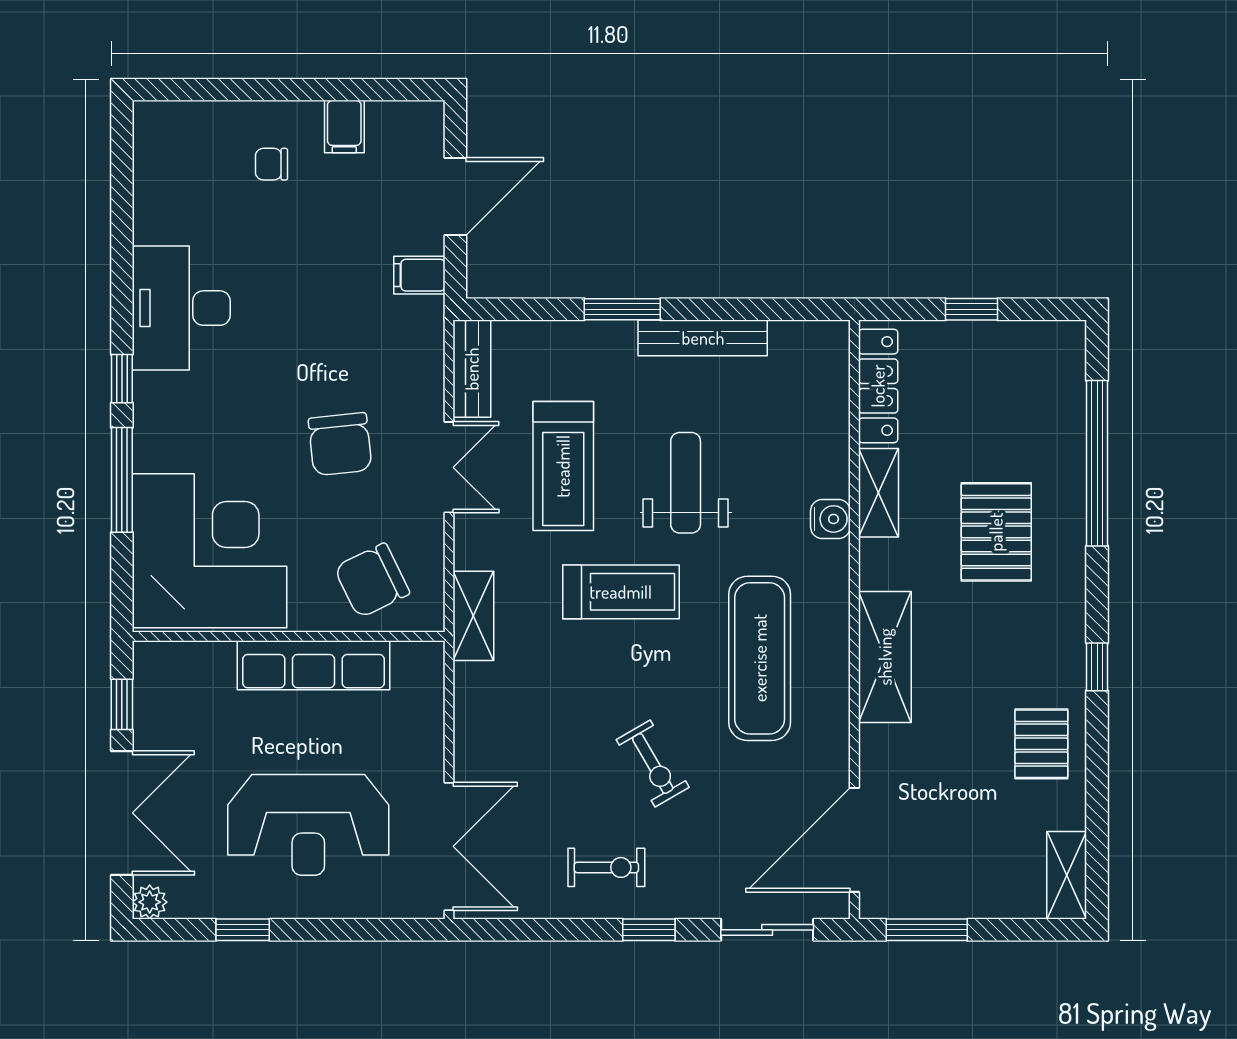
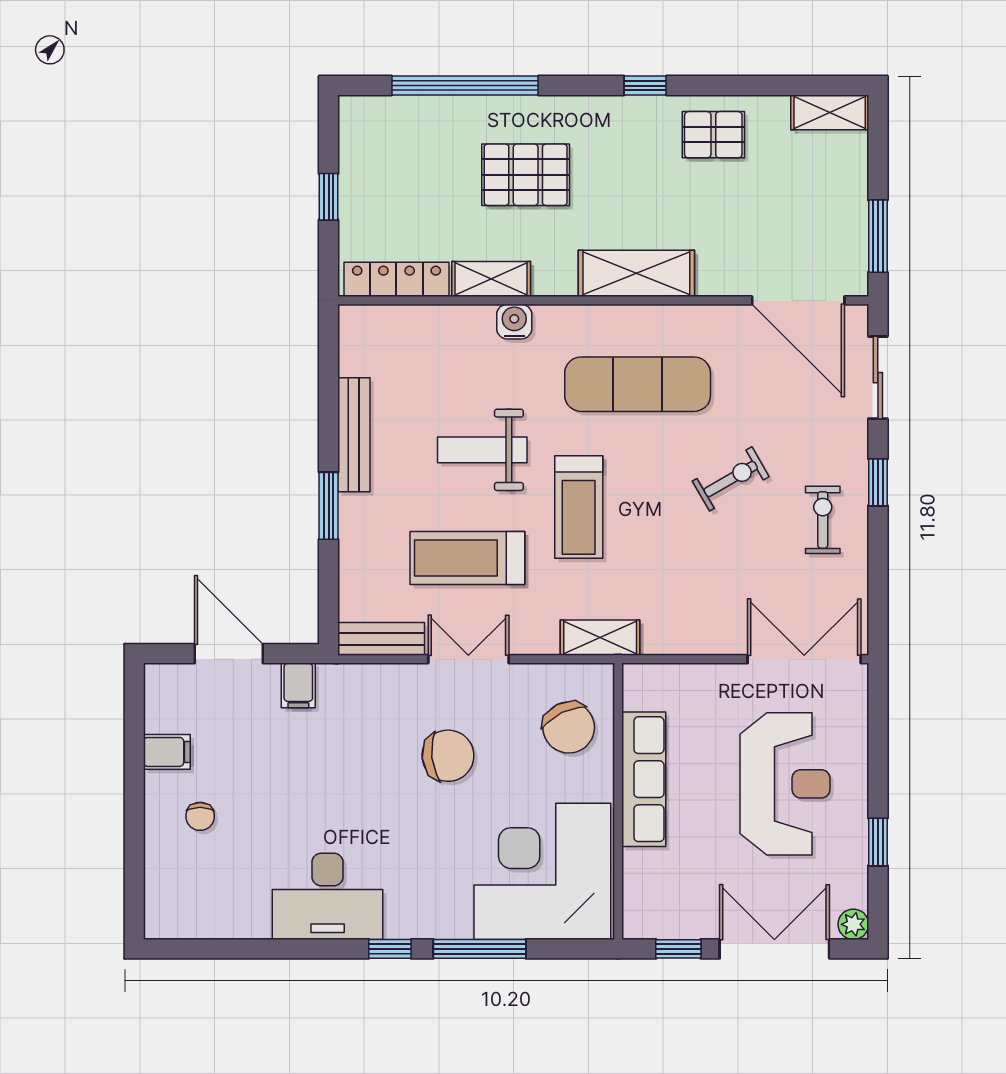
treadmill: (563, 466) -> (467, 558), turned 180
treadmill: (621, 592) -> (579, 507), turned 180

